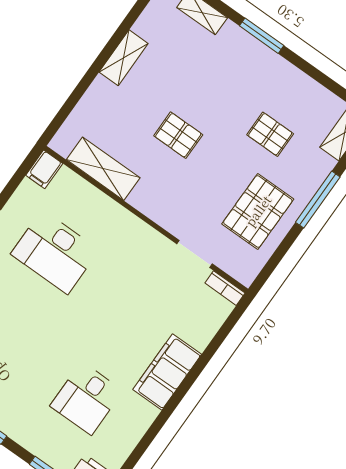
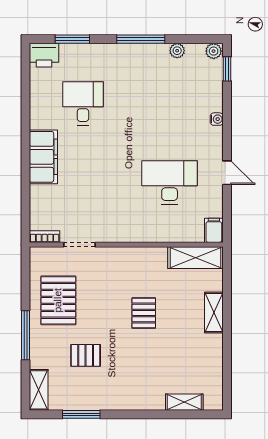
window: (262, 36) -> (81, 414), moved
shelving: (124, 58) -> (214, 312), moved
pallet: (178, 135) -> (144, 313), turned 90
shelving: (103, 169) -> (195, 258), moved

